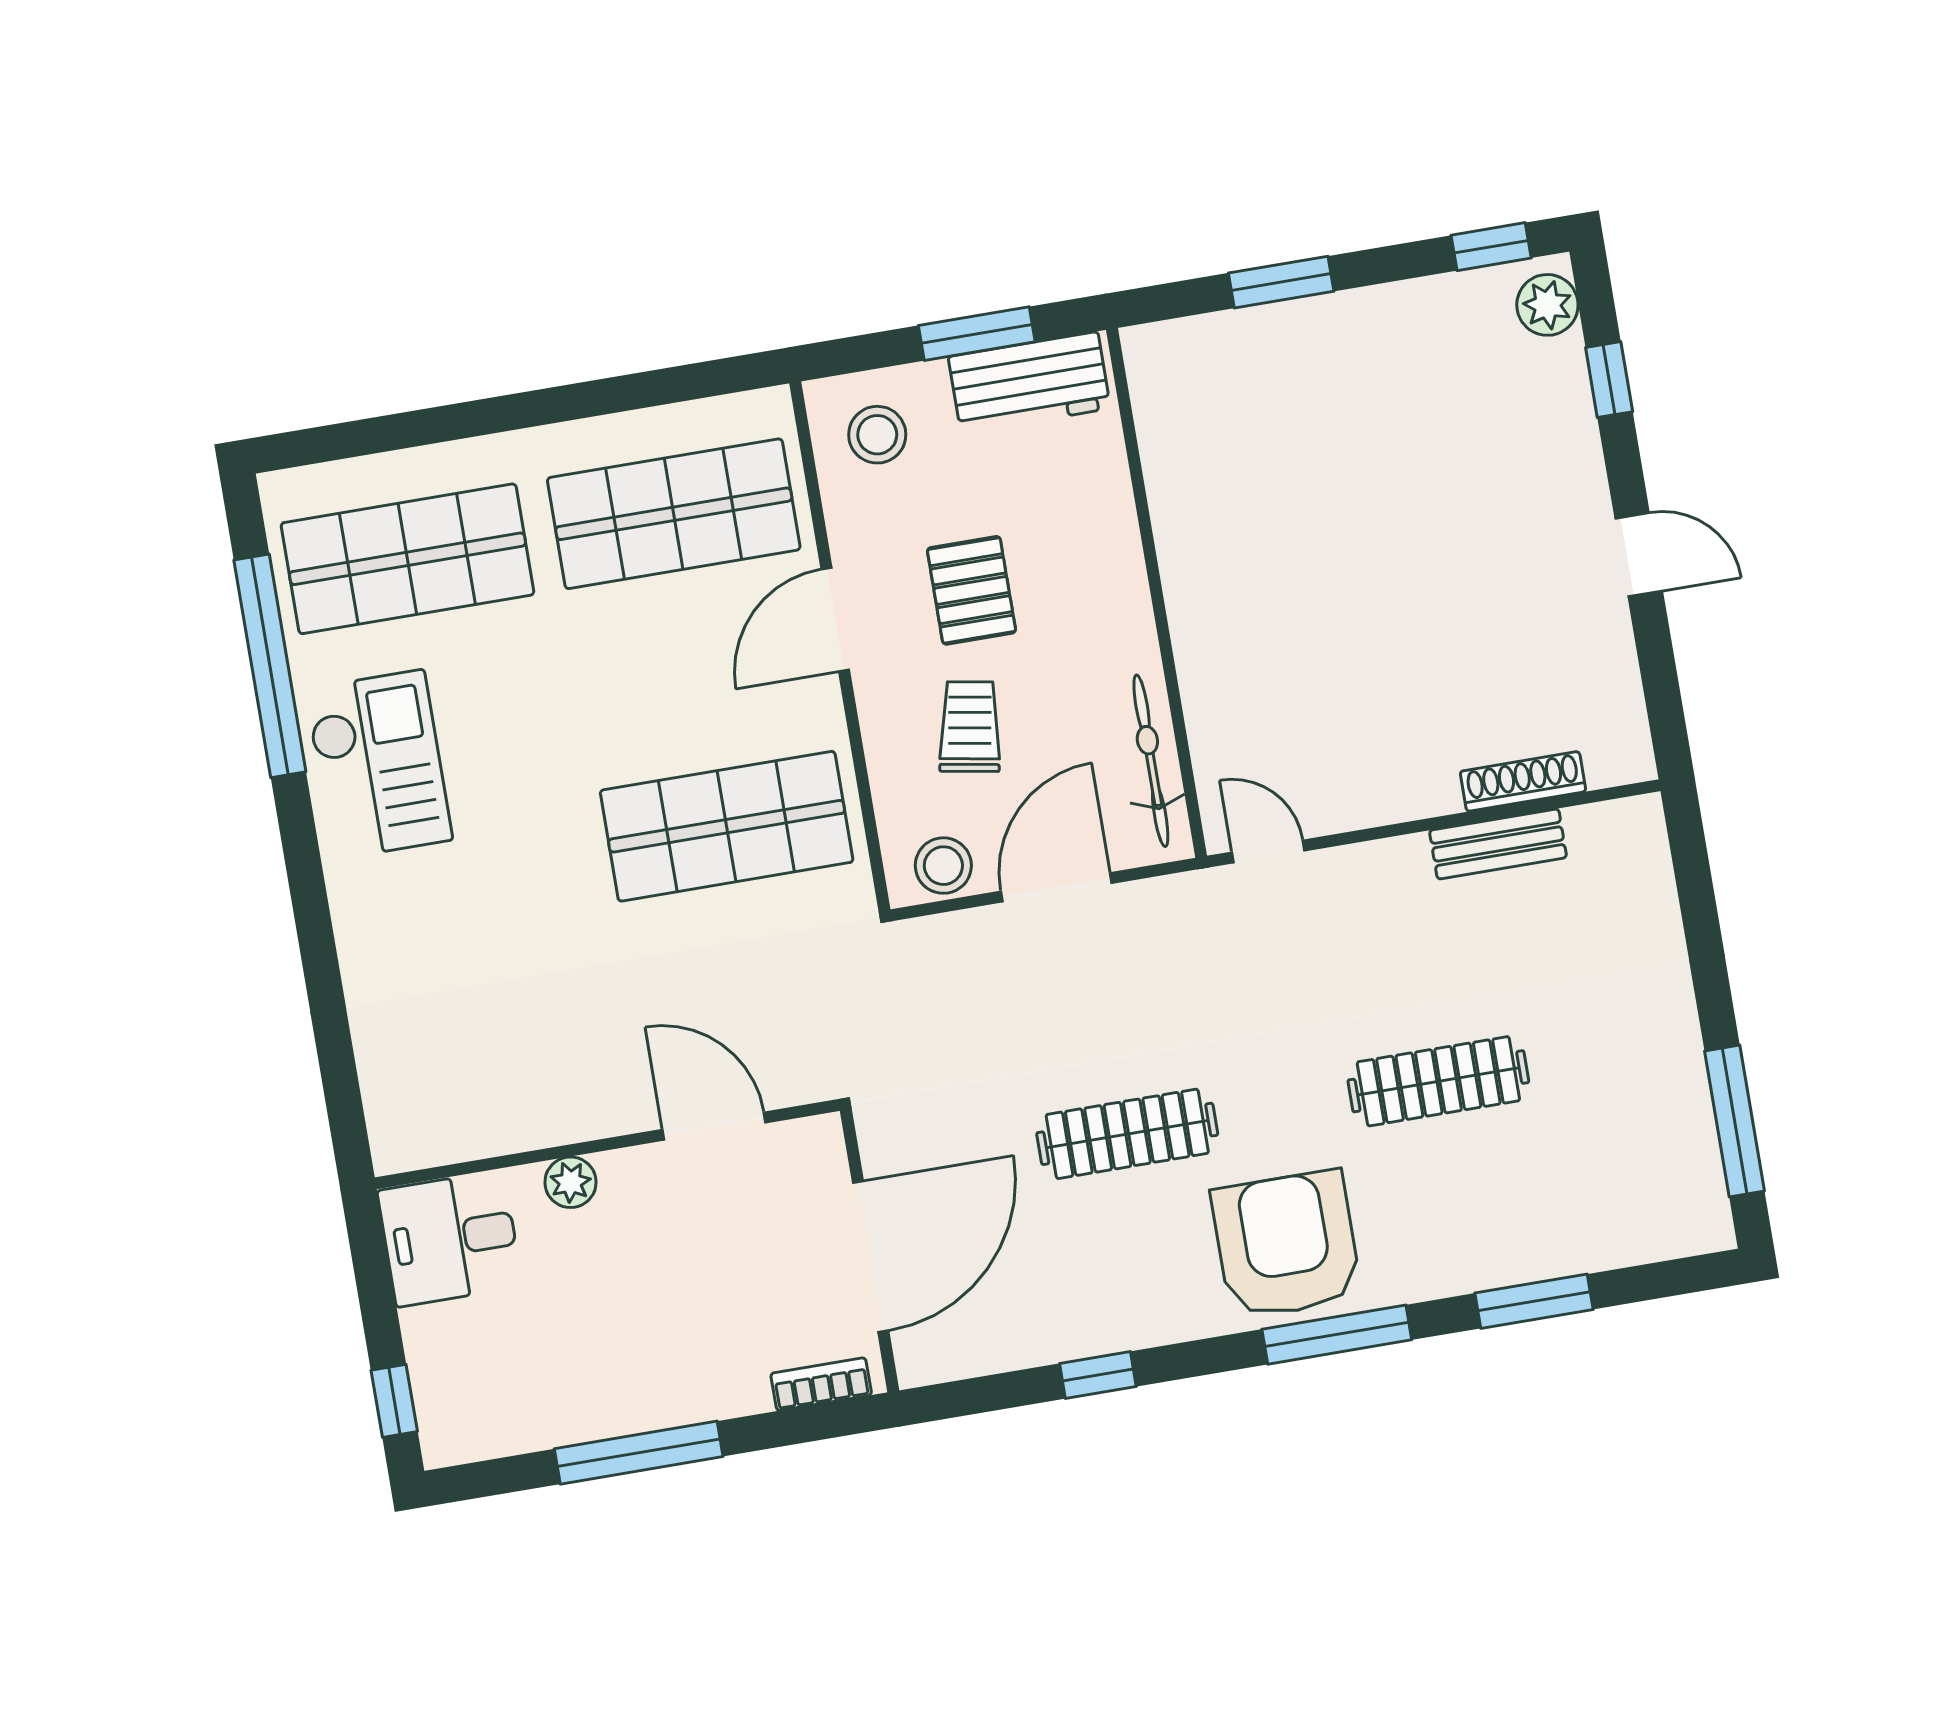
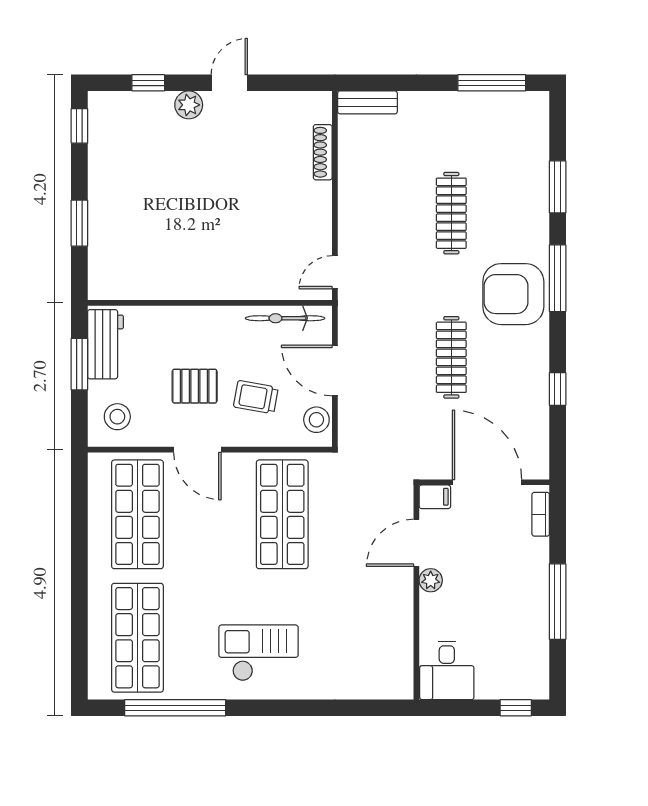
plant: (1547, 305) -> (189, 105), moved
checkout: (378, 765) -> (259, 653), moved
bench: (1498, 844) -> (367, 102), moved, turned 90
filing cabinet: (820, 1149) -> (435, 497), added
plant: (570, 1182) -> (431, 580), moved

